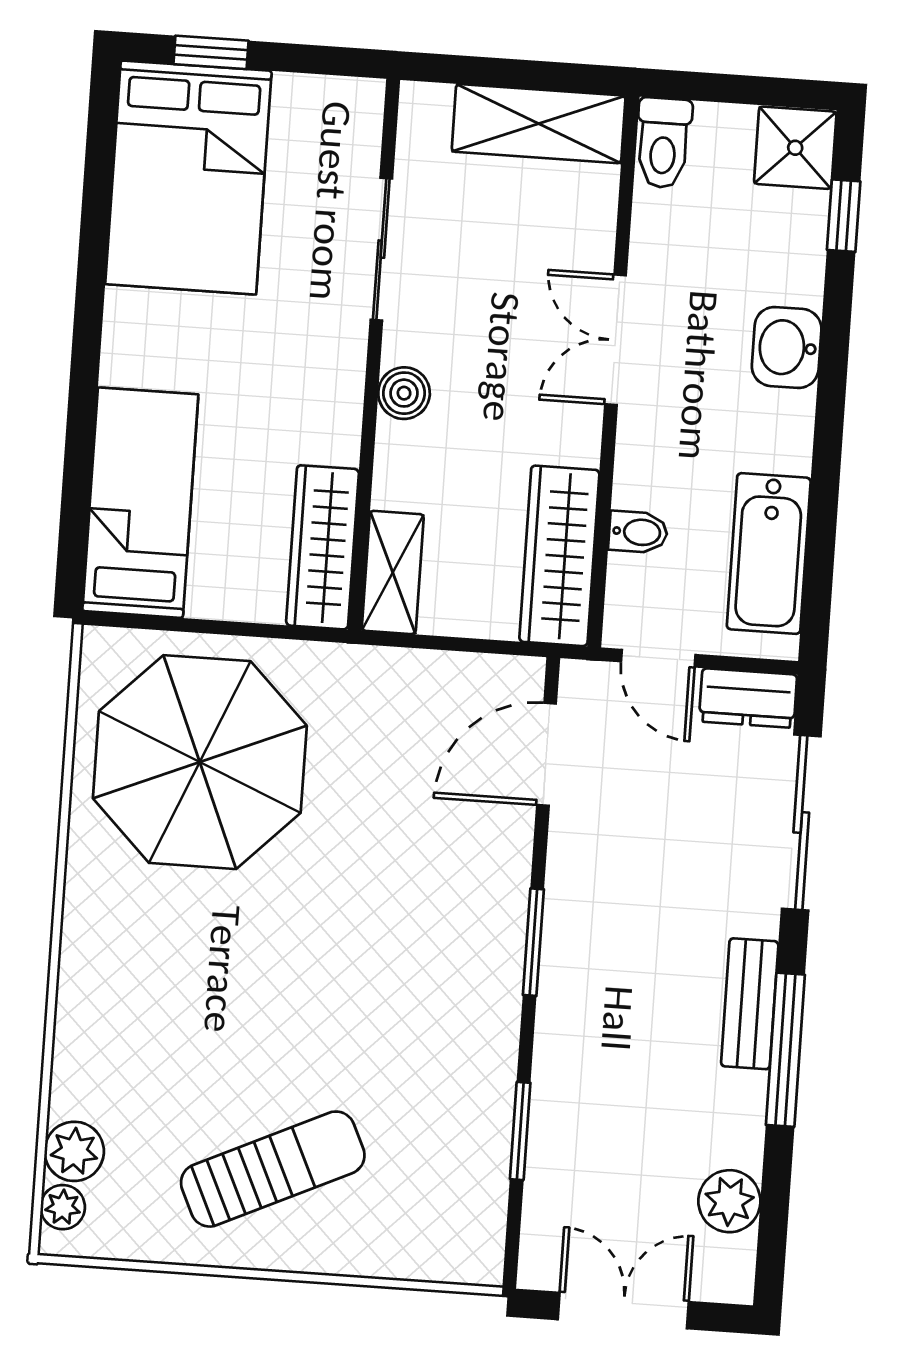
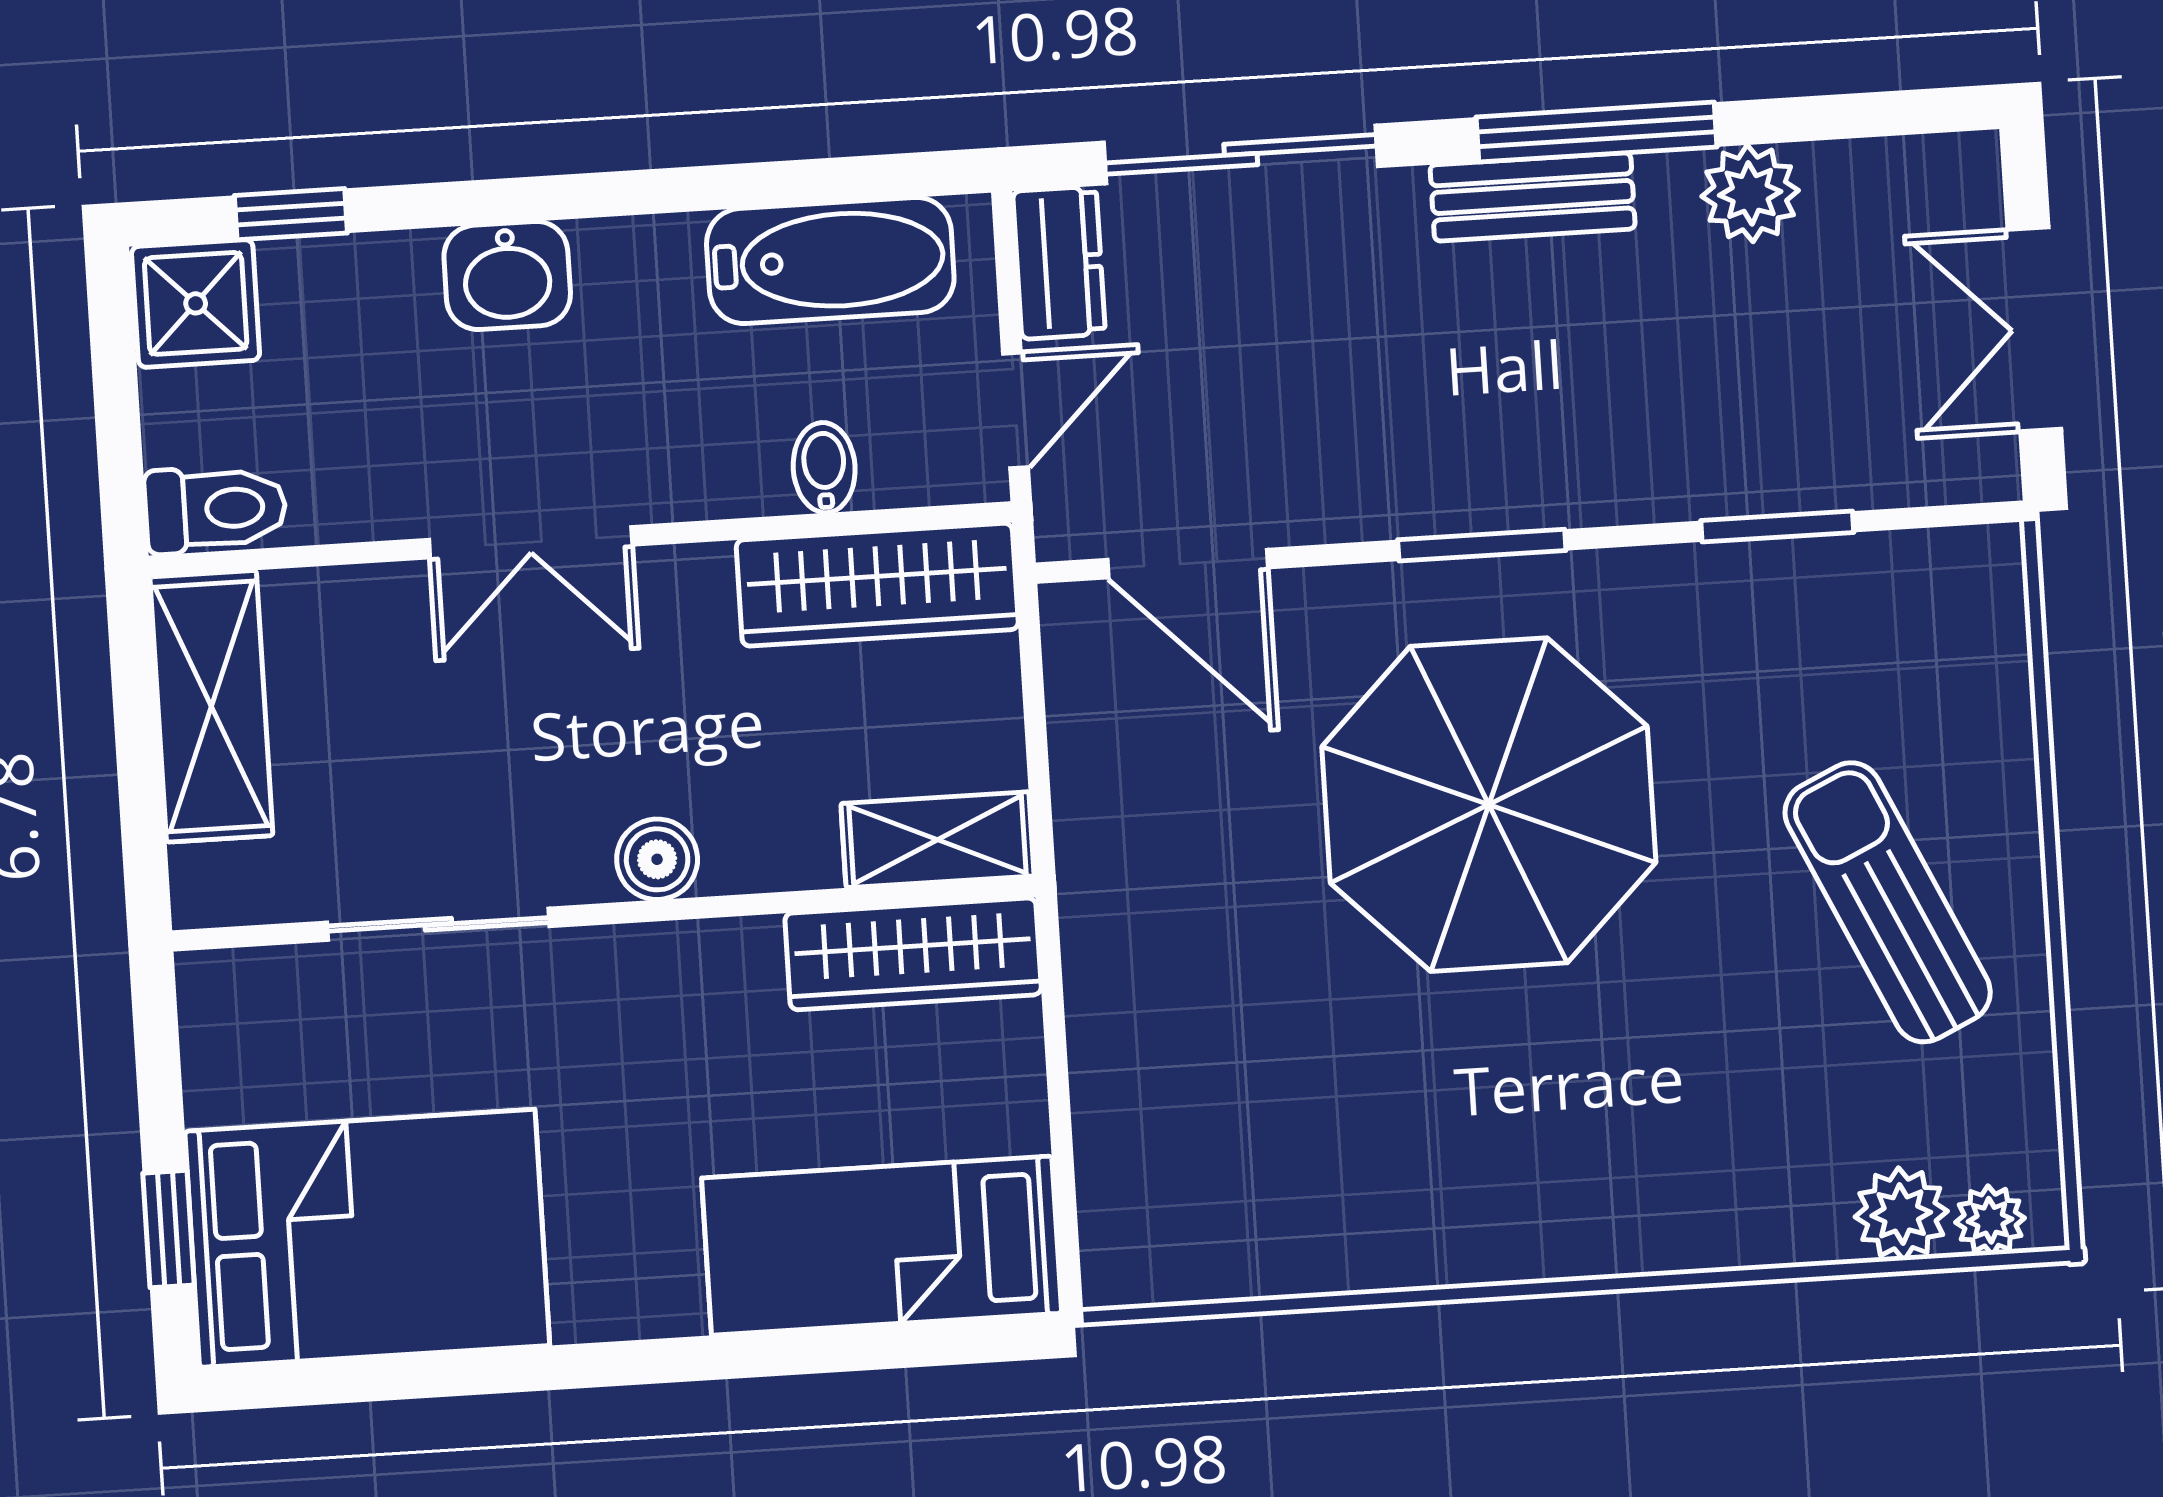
parasol: (200, 762) -> (1489, 805), moved
plant: (729, 1201) -> (1750, 193), moved

